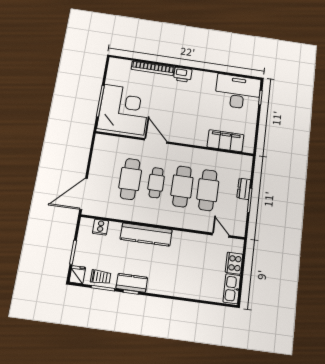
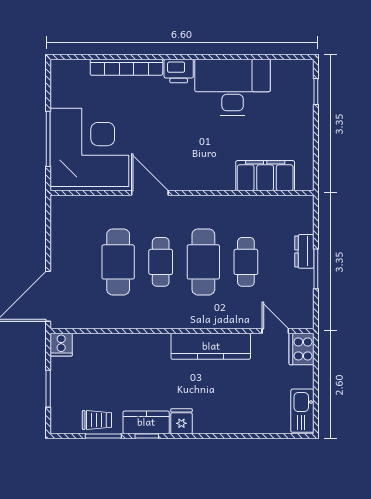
desk: (238, 92) -> (233, 87), moved
cafe table: (208, 190) -> (246, 262), width x0.73, depth x0.74
cooker: (100, 227) -> (61, 345), moved
kitchen counter: (146, 235) -> (211, 346), moved
cooker: (234, 263) -> (302, 349), moved
fridge: (77, 275) -> (181, 421), moved

